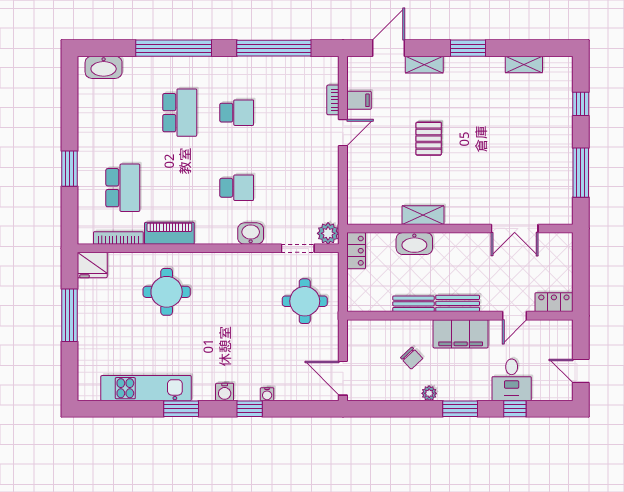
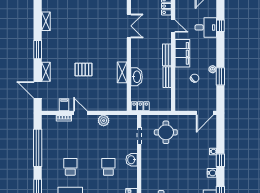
plant: (328, 233) -> (104, 121), moved
window: (460, 409) -> (220, 76), moved

